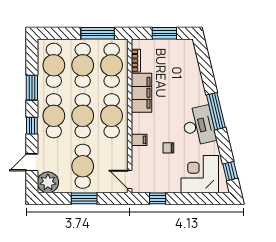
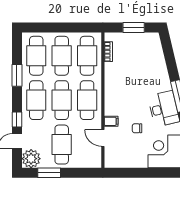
window: (98, 33) -> (75, 28), removed
filing cabinet: (141, 93) -> (113, 80), removed
window: (32, 126) -> (17, 119), moved
door: (130, 179) -> (103, 138), moved
window: (84, 198) -> (49, 173), moved
window: (158, 198) -> (128, 173), removed

